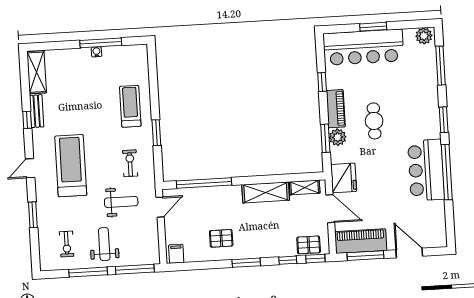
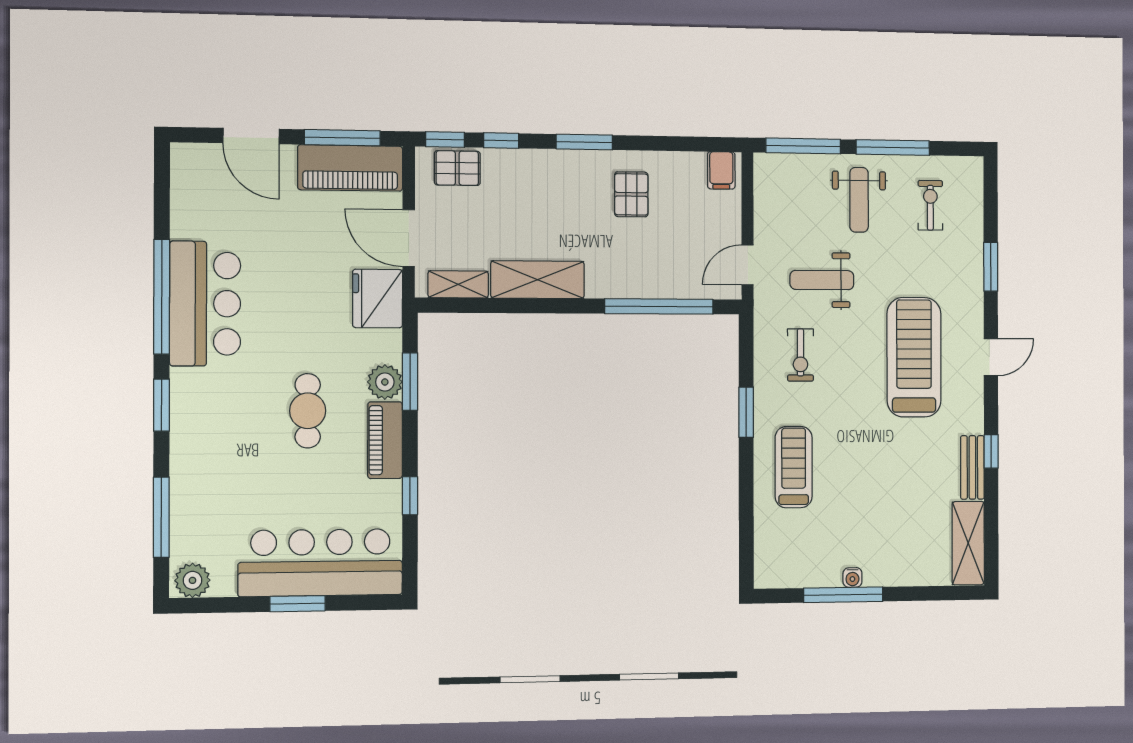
treadmill: (130, 106) -> (794, 467), turned 180
treadmill: (71, 166) -> (914, 357), turned 180
pallet: (221, 238) -> (631, 194), turned 90

